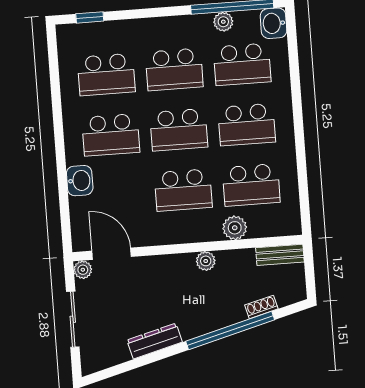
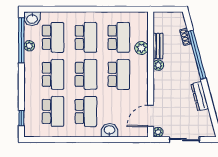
bench: (280, 255) -> (158, 46), moved

